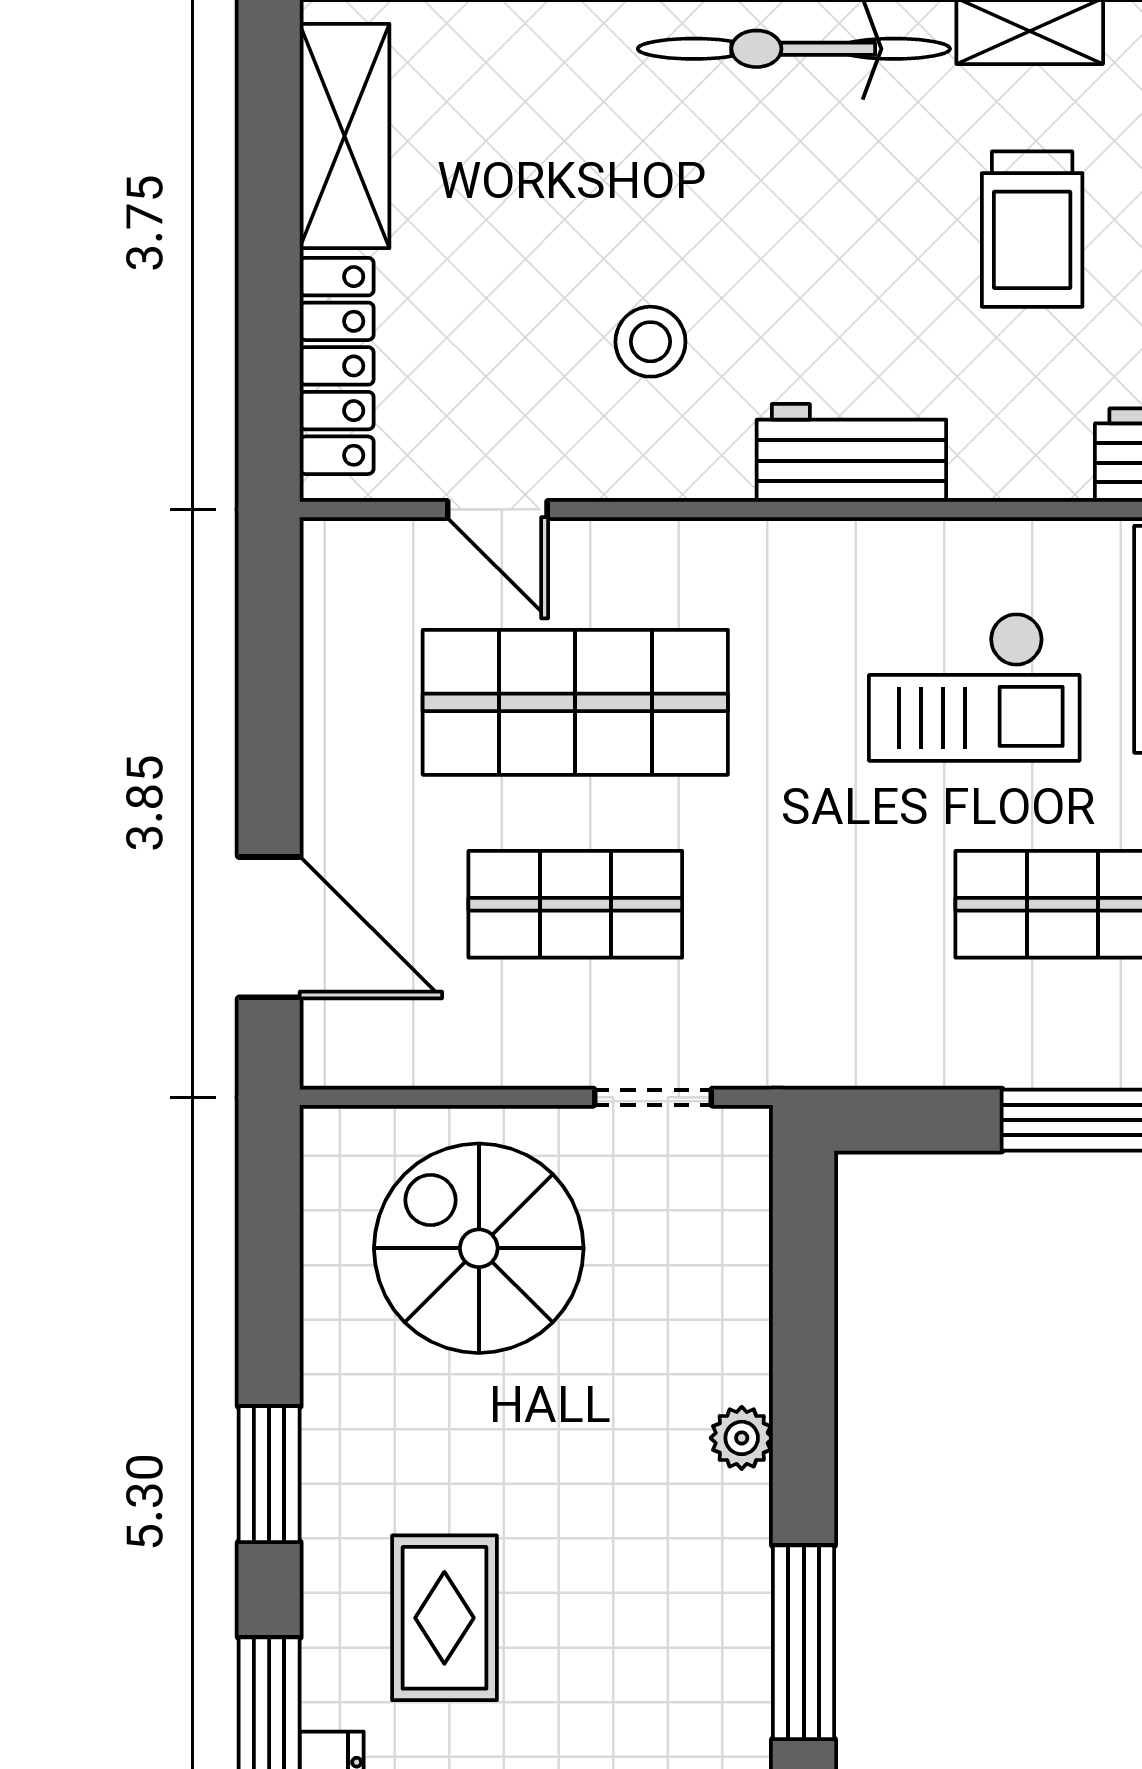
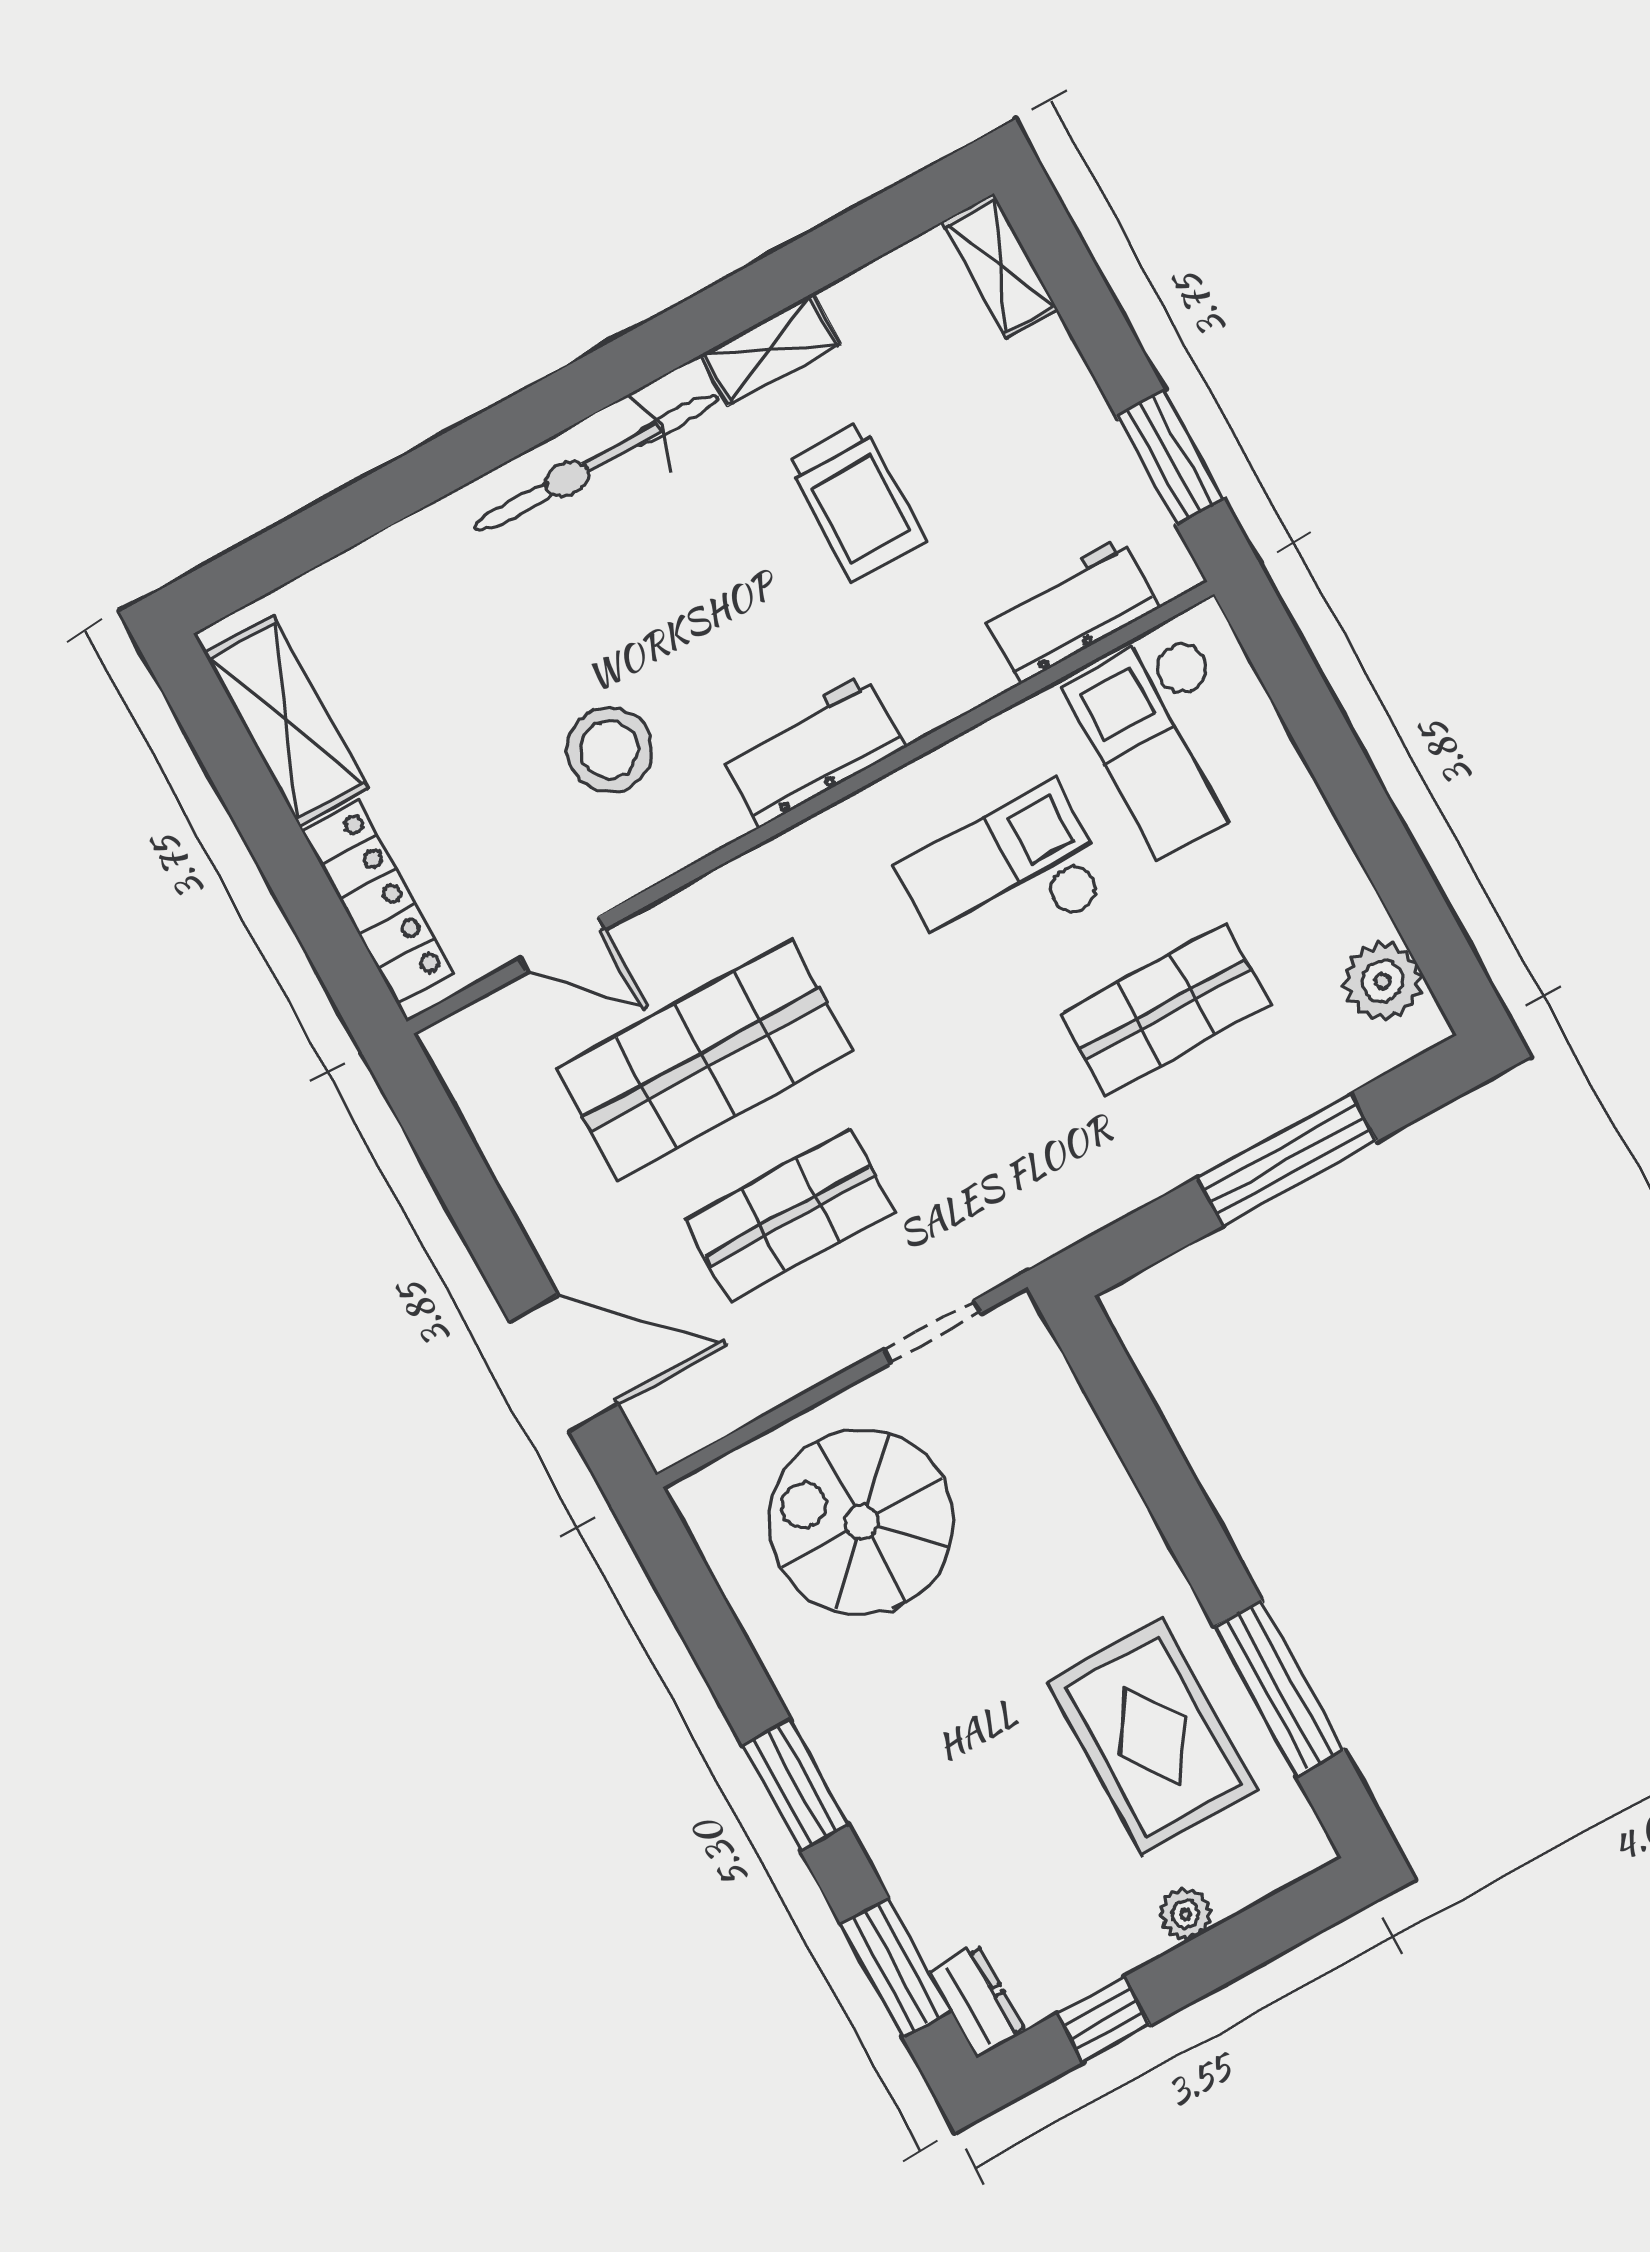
stool: (650, 342) -> (609, 750), width x1.38, depth x1.38
checkout: (974, 687) -> (1006, 879), turned 180
plant: (742, 1438) -> (1145, 1557), removed
rug: (444, 1618) -> (1152, 1736), moved, width x1.36, depth x1.43

